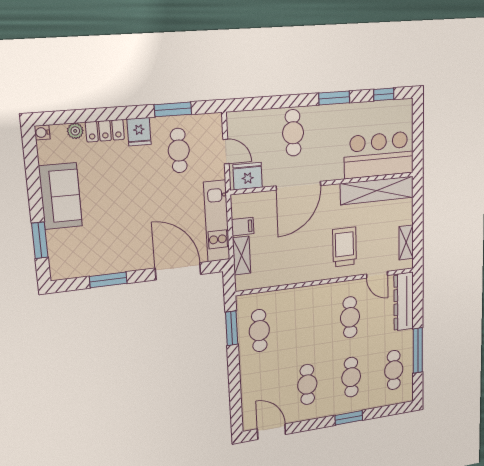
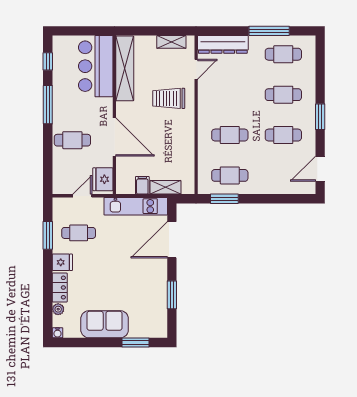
window: (334, 98) -> (48, 105), width x1.44
cafe table: (350, 317) -> (230, 135), moved
window: (349, 418) -> (320, 117), moved

